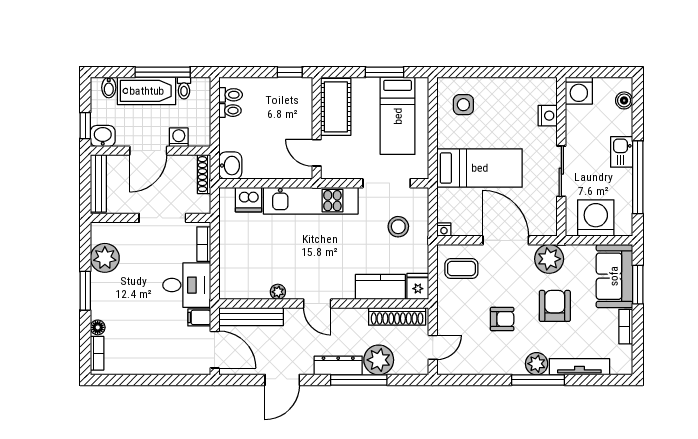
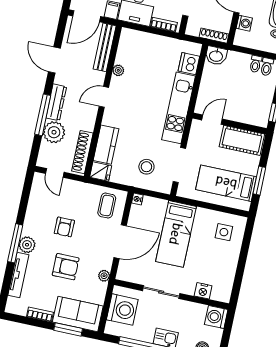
plant: (549, 259) -> (104, 276), width x0.53, depth x0.53

